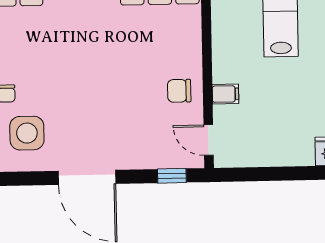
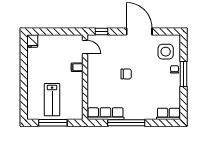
chair: (179, 91) -> (126, 74), moved

